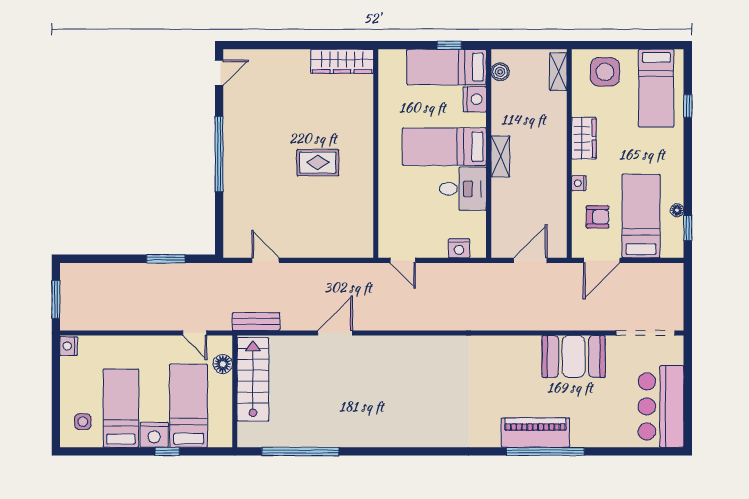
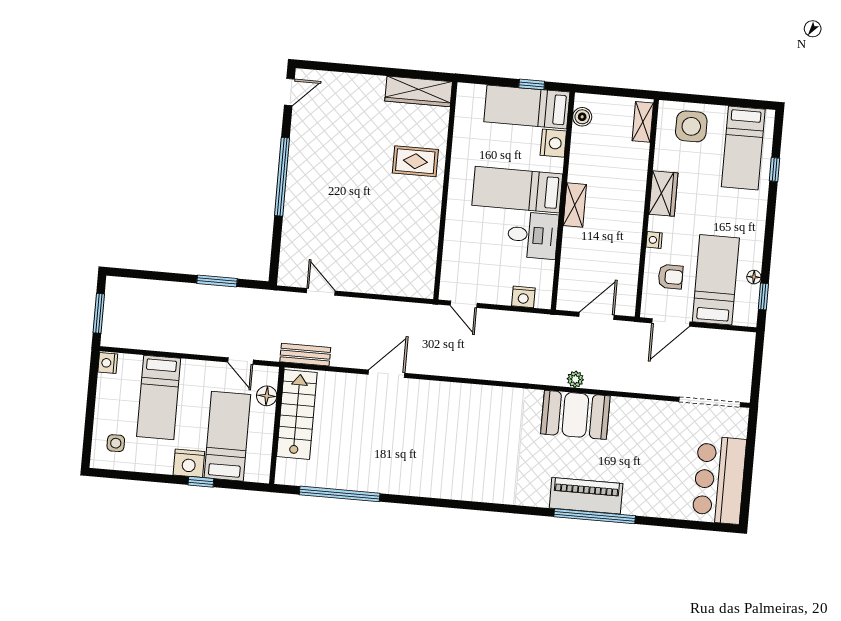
rug: (318, 163) -> (415, 161), moved
plant: (515, 322) -> (575, 379), added
booth: (574, 356) -> (575, 415), moved
bed: (121, 408) -> (159, 397), moved, turned 180

